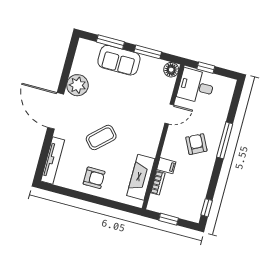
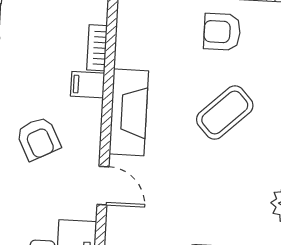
door: (169, 114) -> (103, 186), swing flipped
fireplace: (141, 177) -> (129, 112), moved

